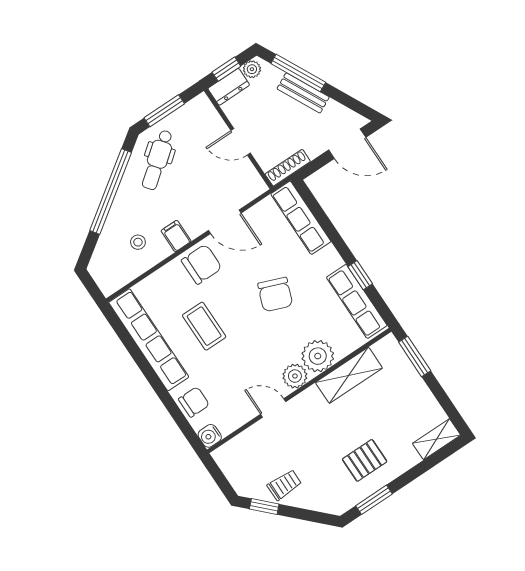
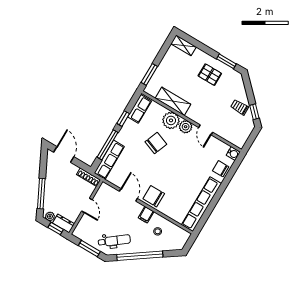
bench: (303, 93) -> (50, 187), removed
window: (328, 227) -> (107, 145), added
chair: (275, 294) -> (156, 143), moved
row of seats: (357, 301) -> (139, 109), width x0.68
coffee table: (204, 326) -> (182, 181), removed

